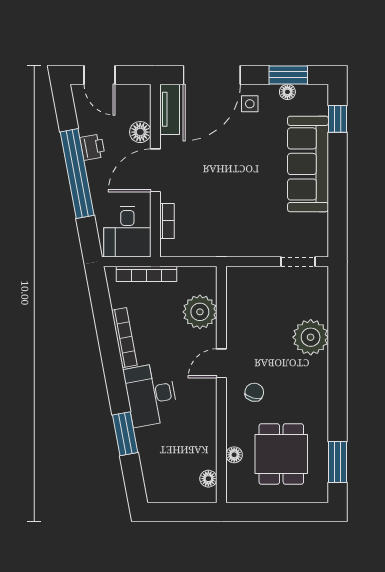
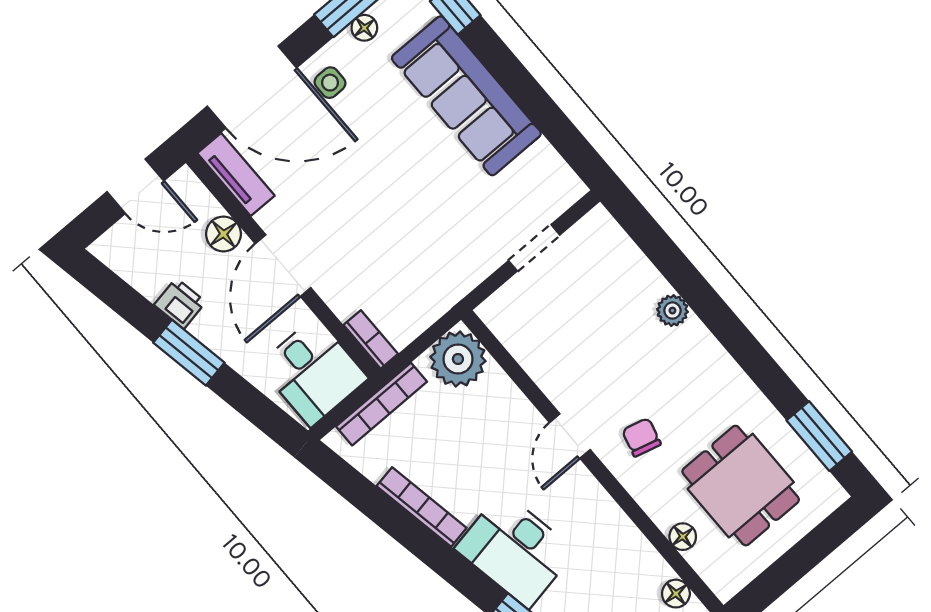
door: (100, 75) -> (135, 186), moved
door: (212, 75) -> (252, 87), hinge flipped
window: (77, 174) -> (189, 353), width x0.47
bookcase: (167, 221) -> (371, 339), moved
doorway: (298, 262) -> (534, 248), moved
plant: (200, 312) -> (458, 359), moved
plant: (311, 337) -> (672, 311), width x0.53, depth x0.53

